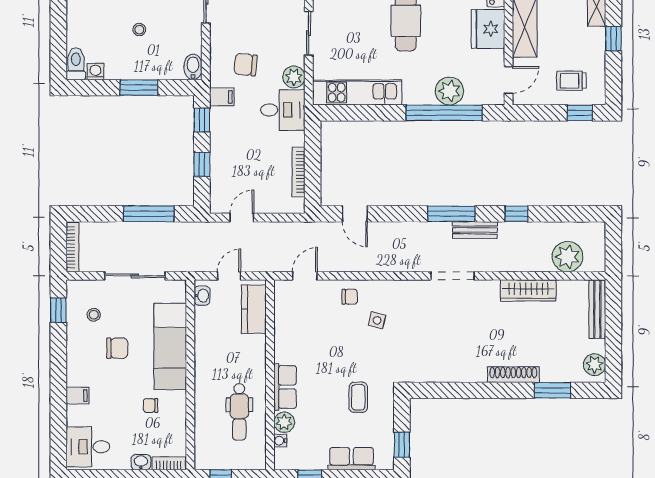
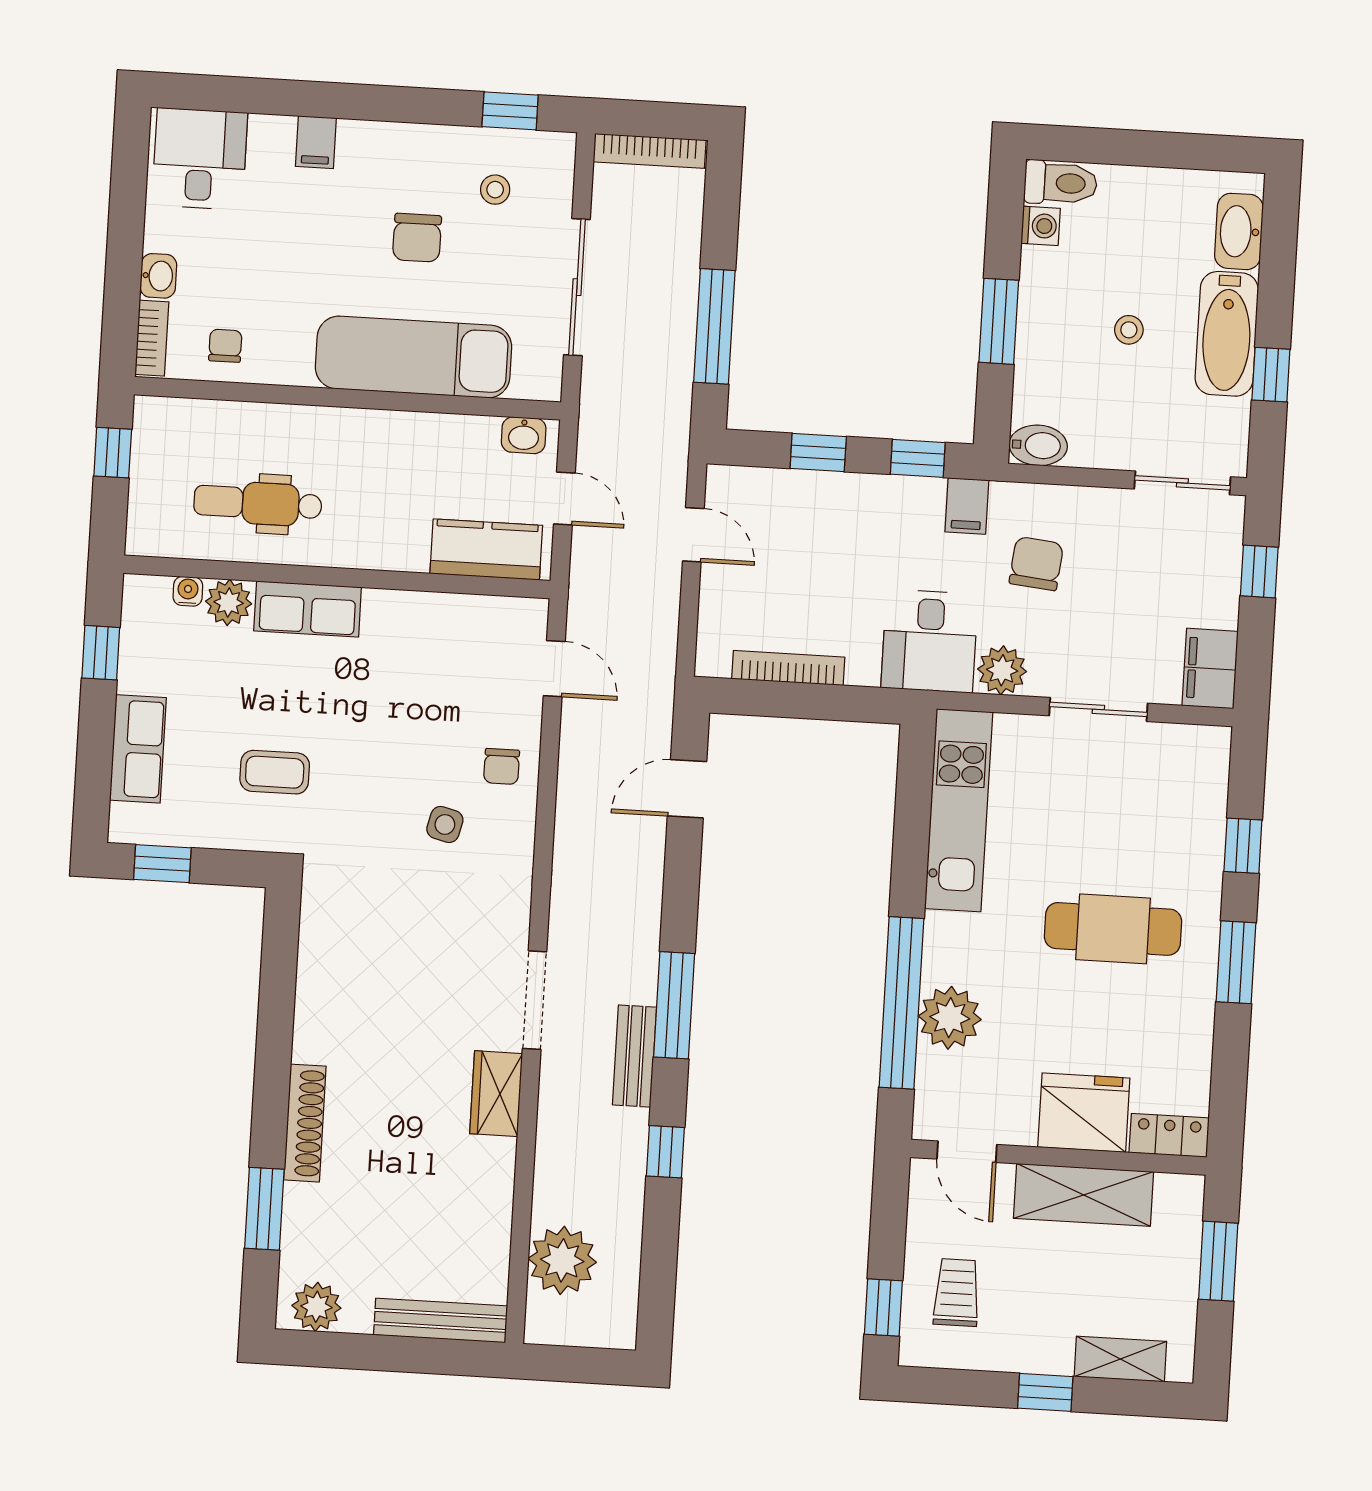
wardrobe: (528, 290) -> (496, 1094), moved, width x0.67
chair: (151, 406) -> (225, 346), moved

